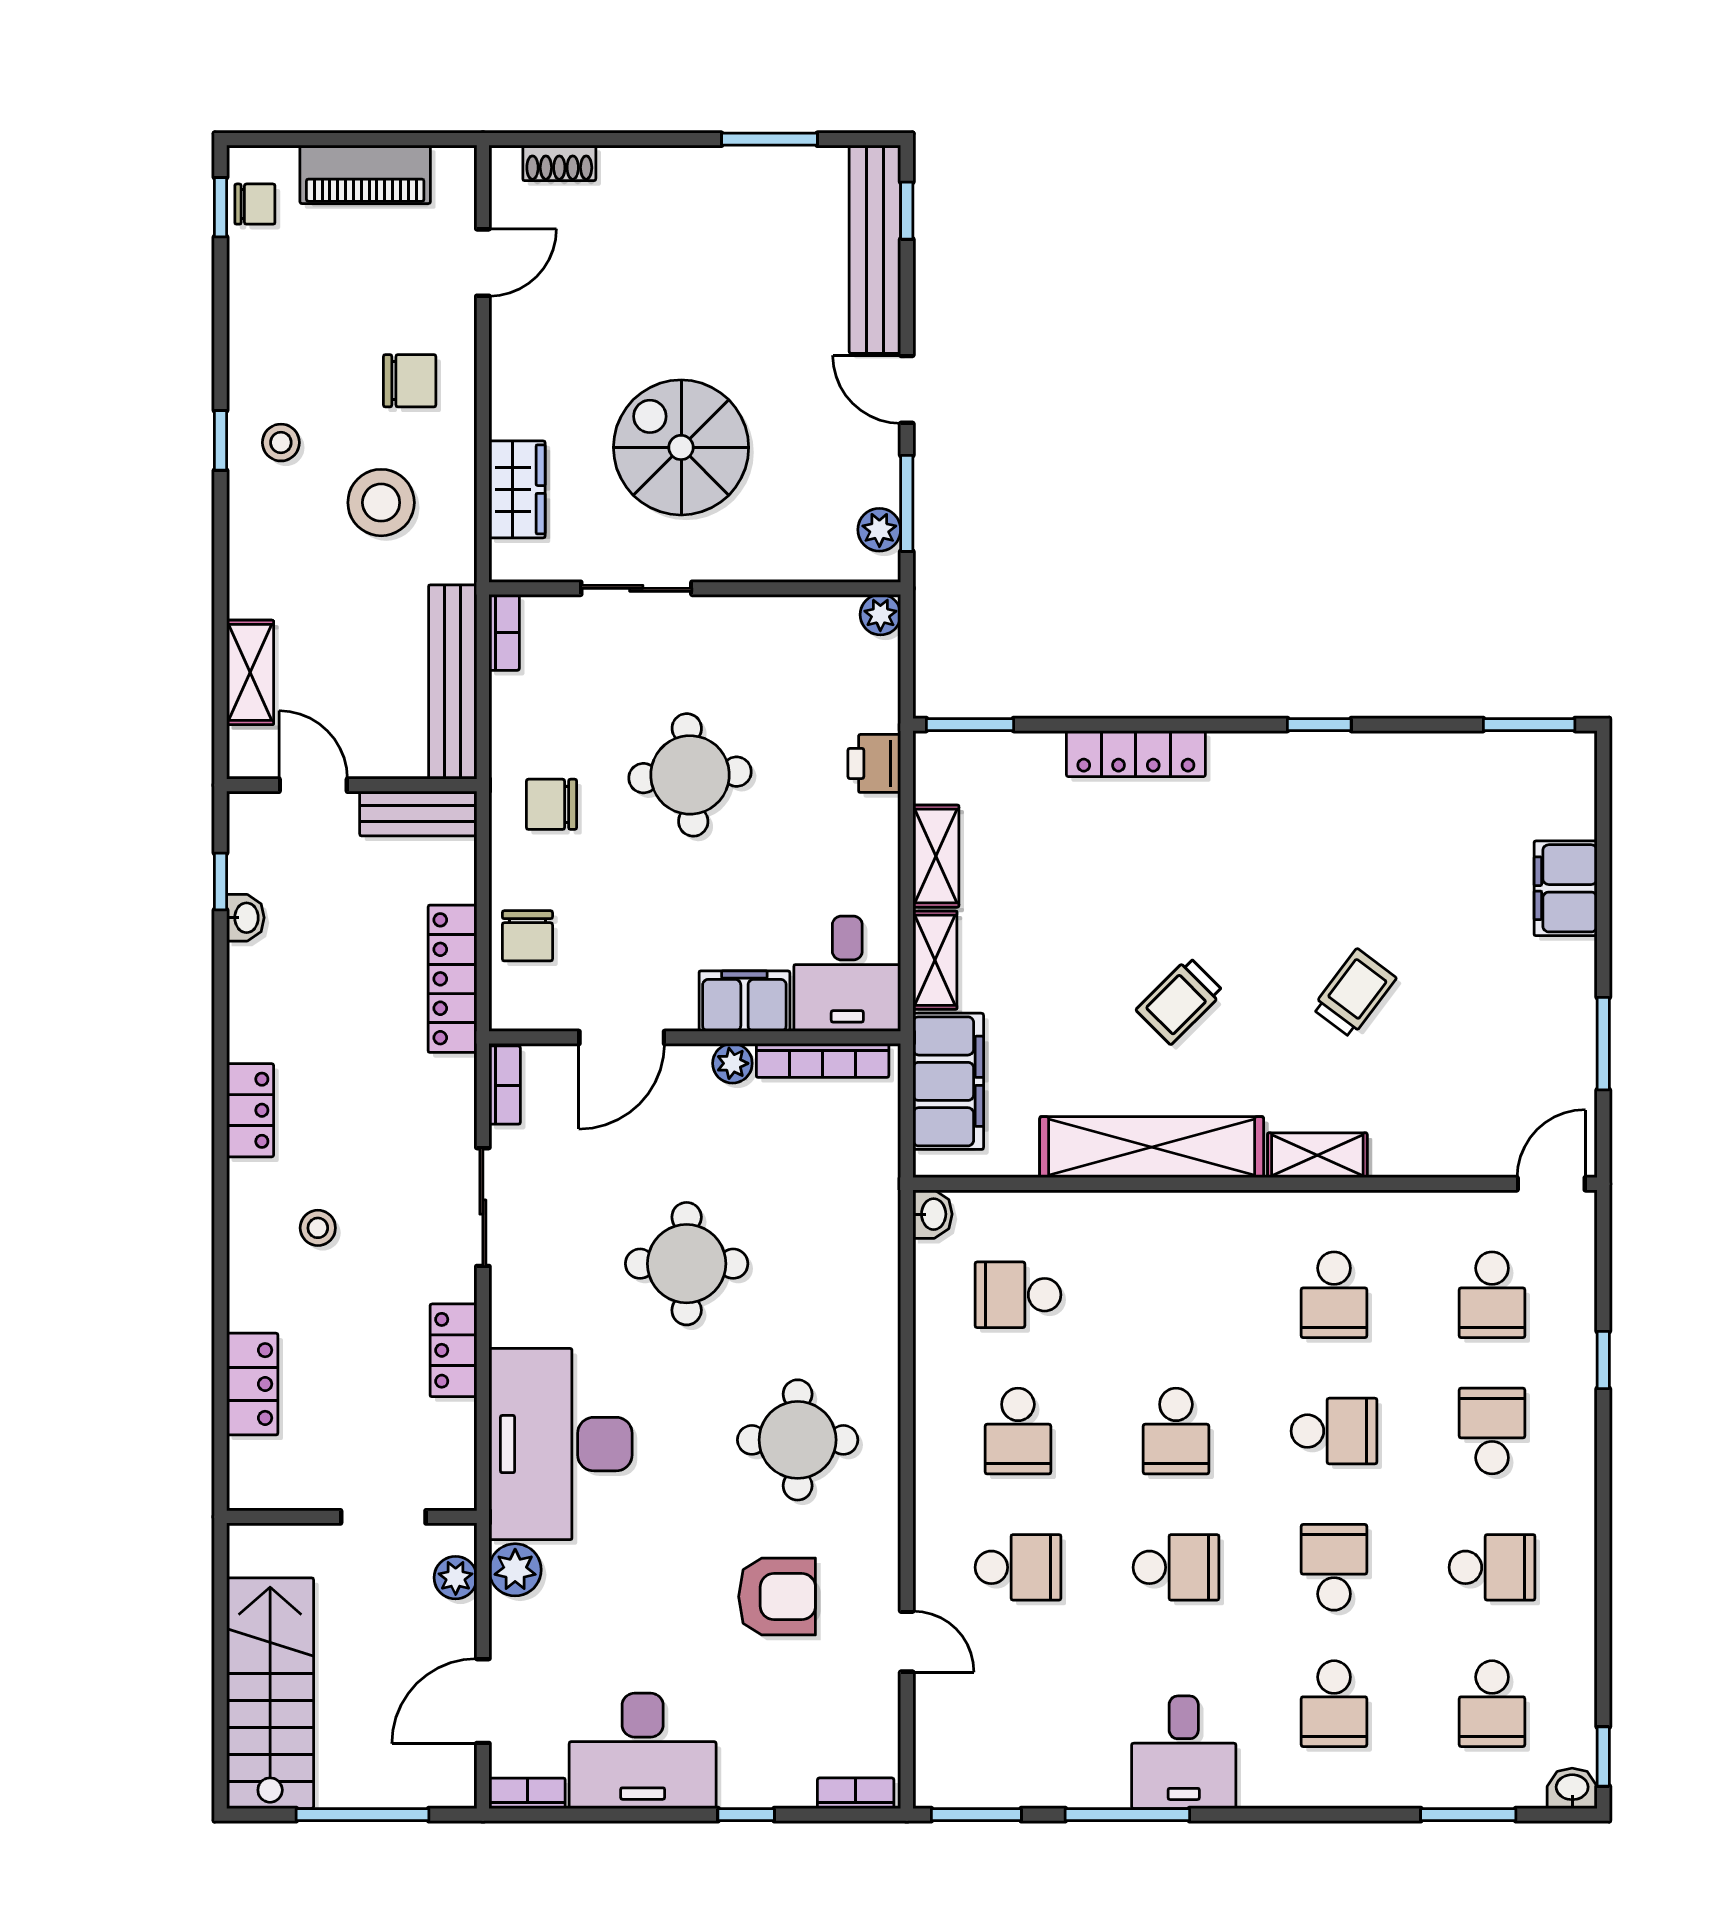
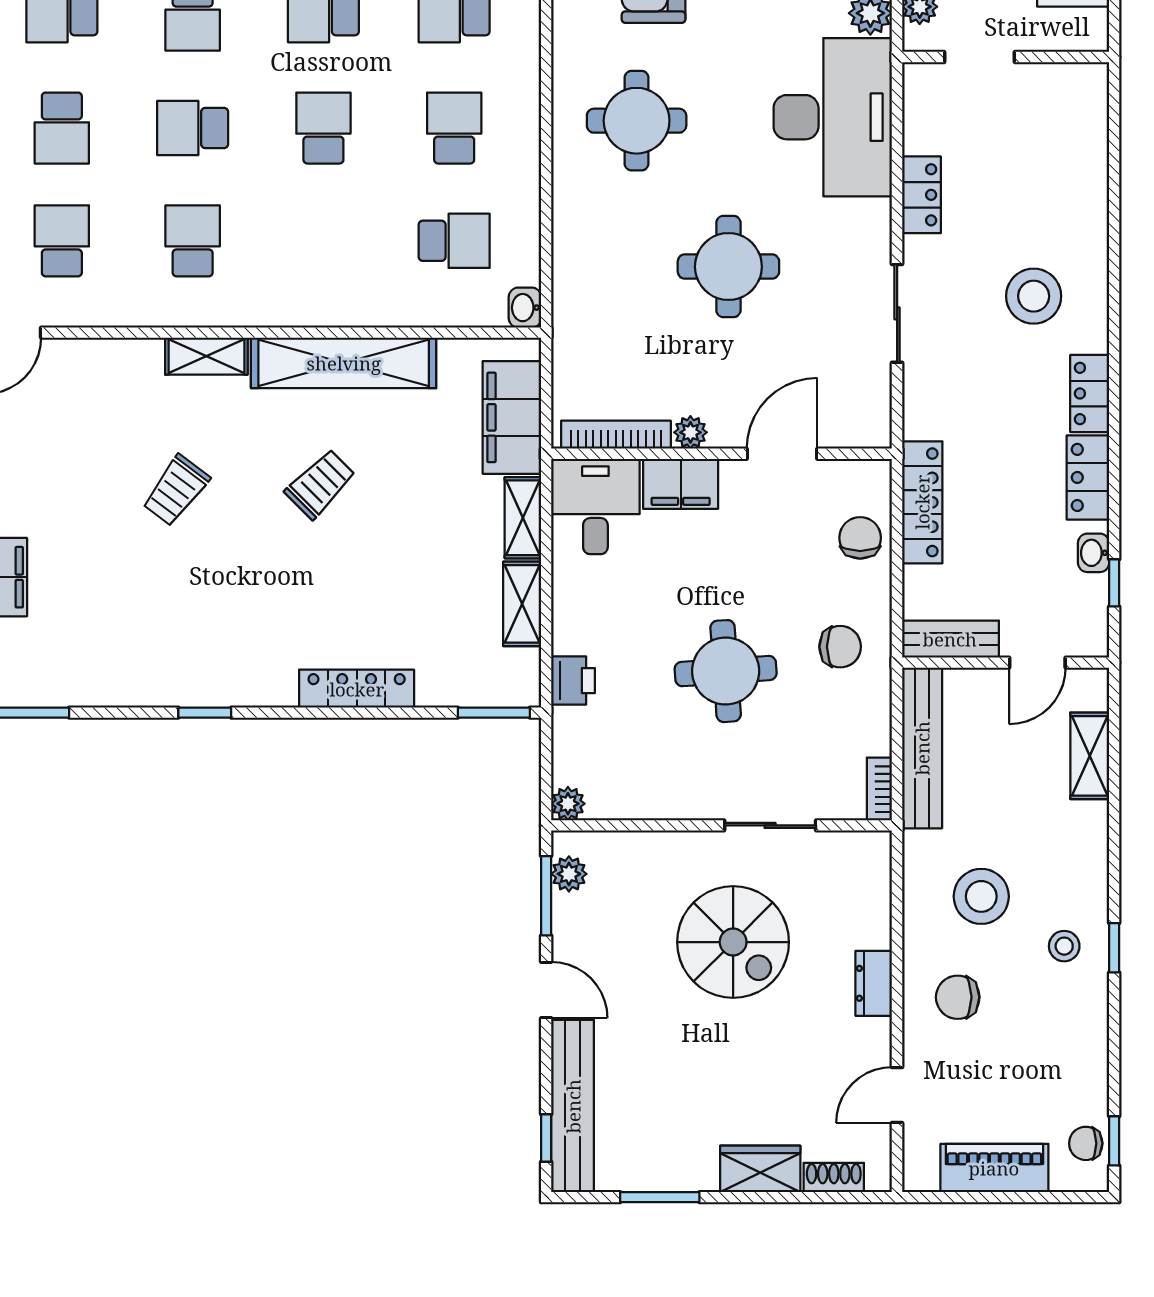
dresser: (511, 398) -> (874, 983), added
wardrobe: (517, 489) -> (760, 1169), moved, turned 90
door: (313, 785) -> (1037, 663), hinge flipped
bookcase: (505, 1085) -> (879, 414), removed
stool: (318, 1228) -> (1034, 296), width x1.89, depth x1.89
locker: (252, 1384) -> (1088, 477), moved

